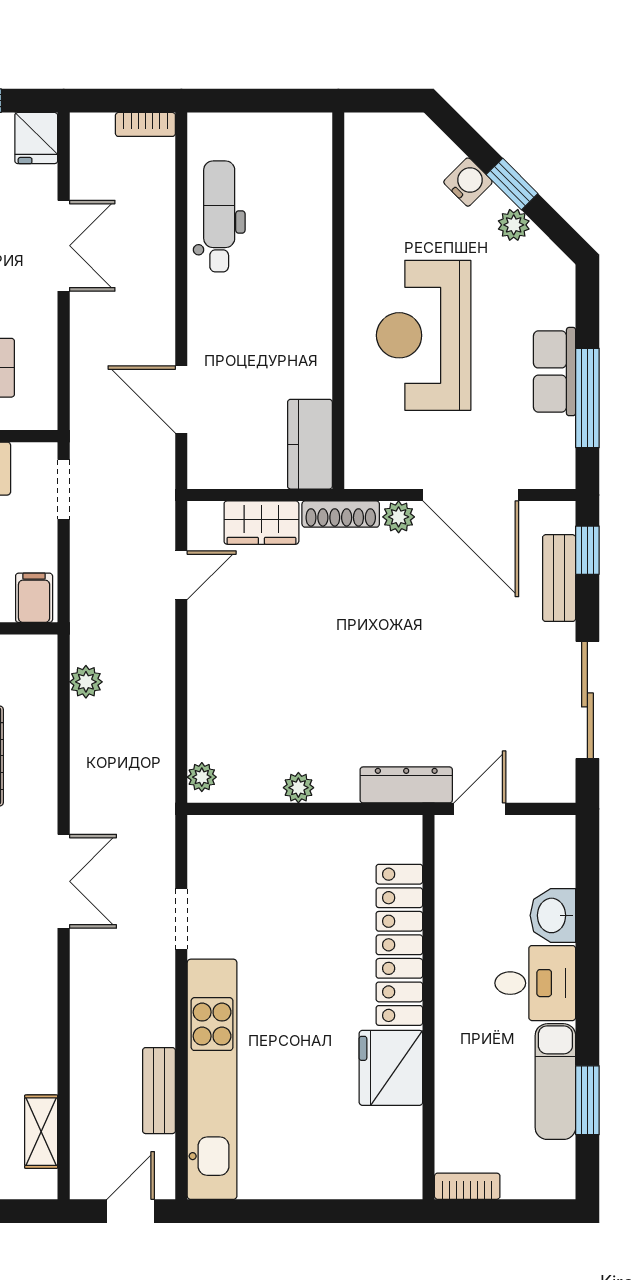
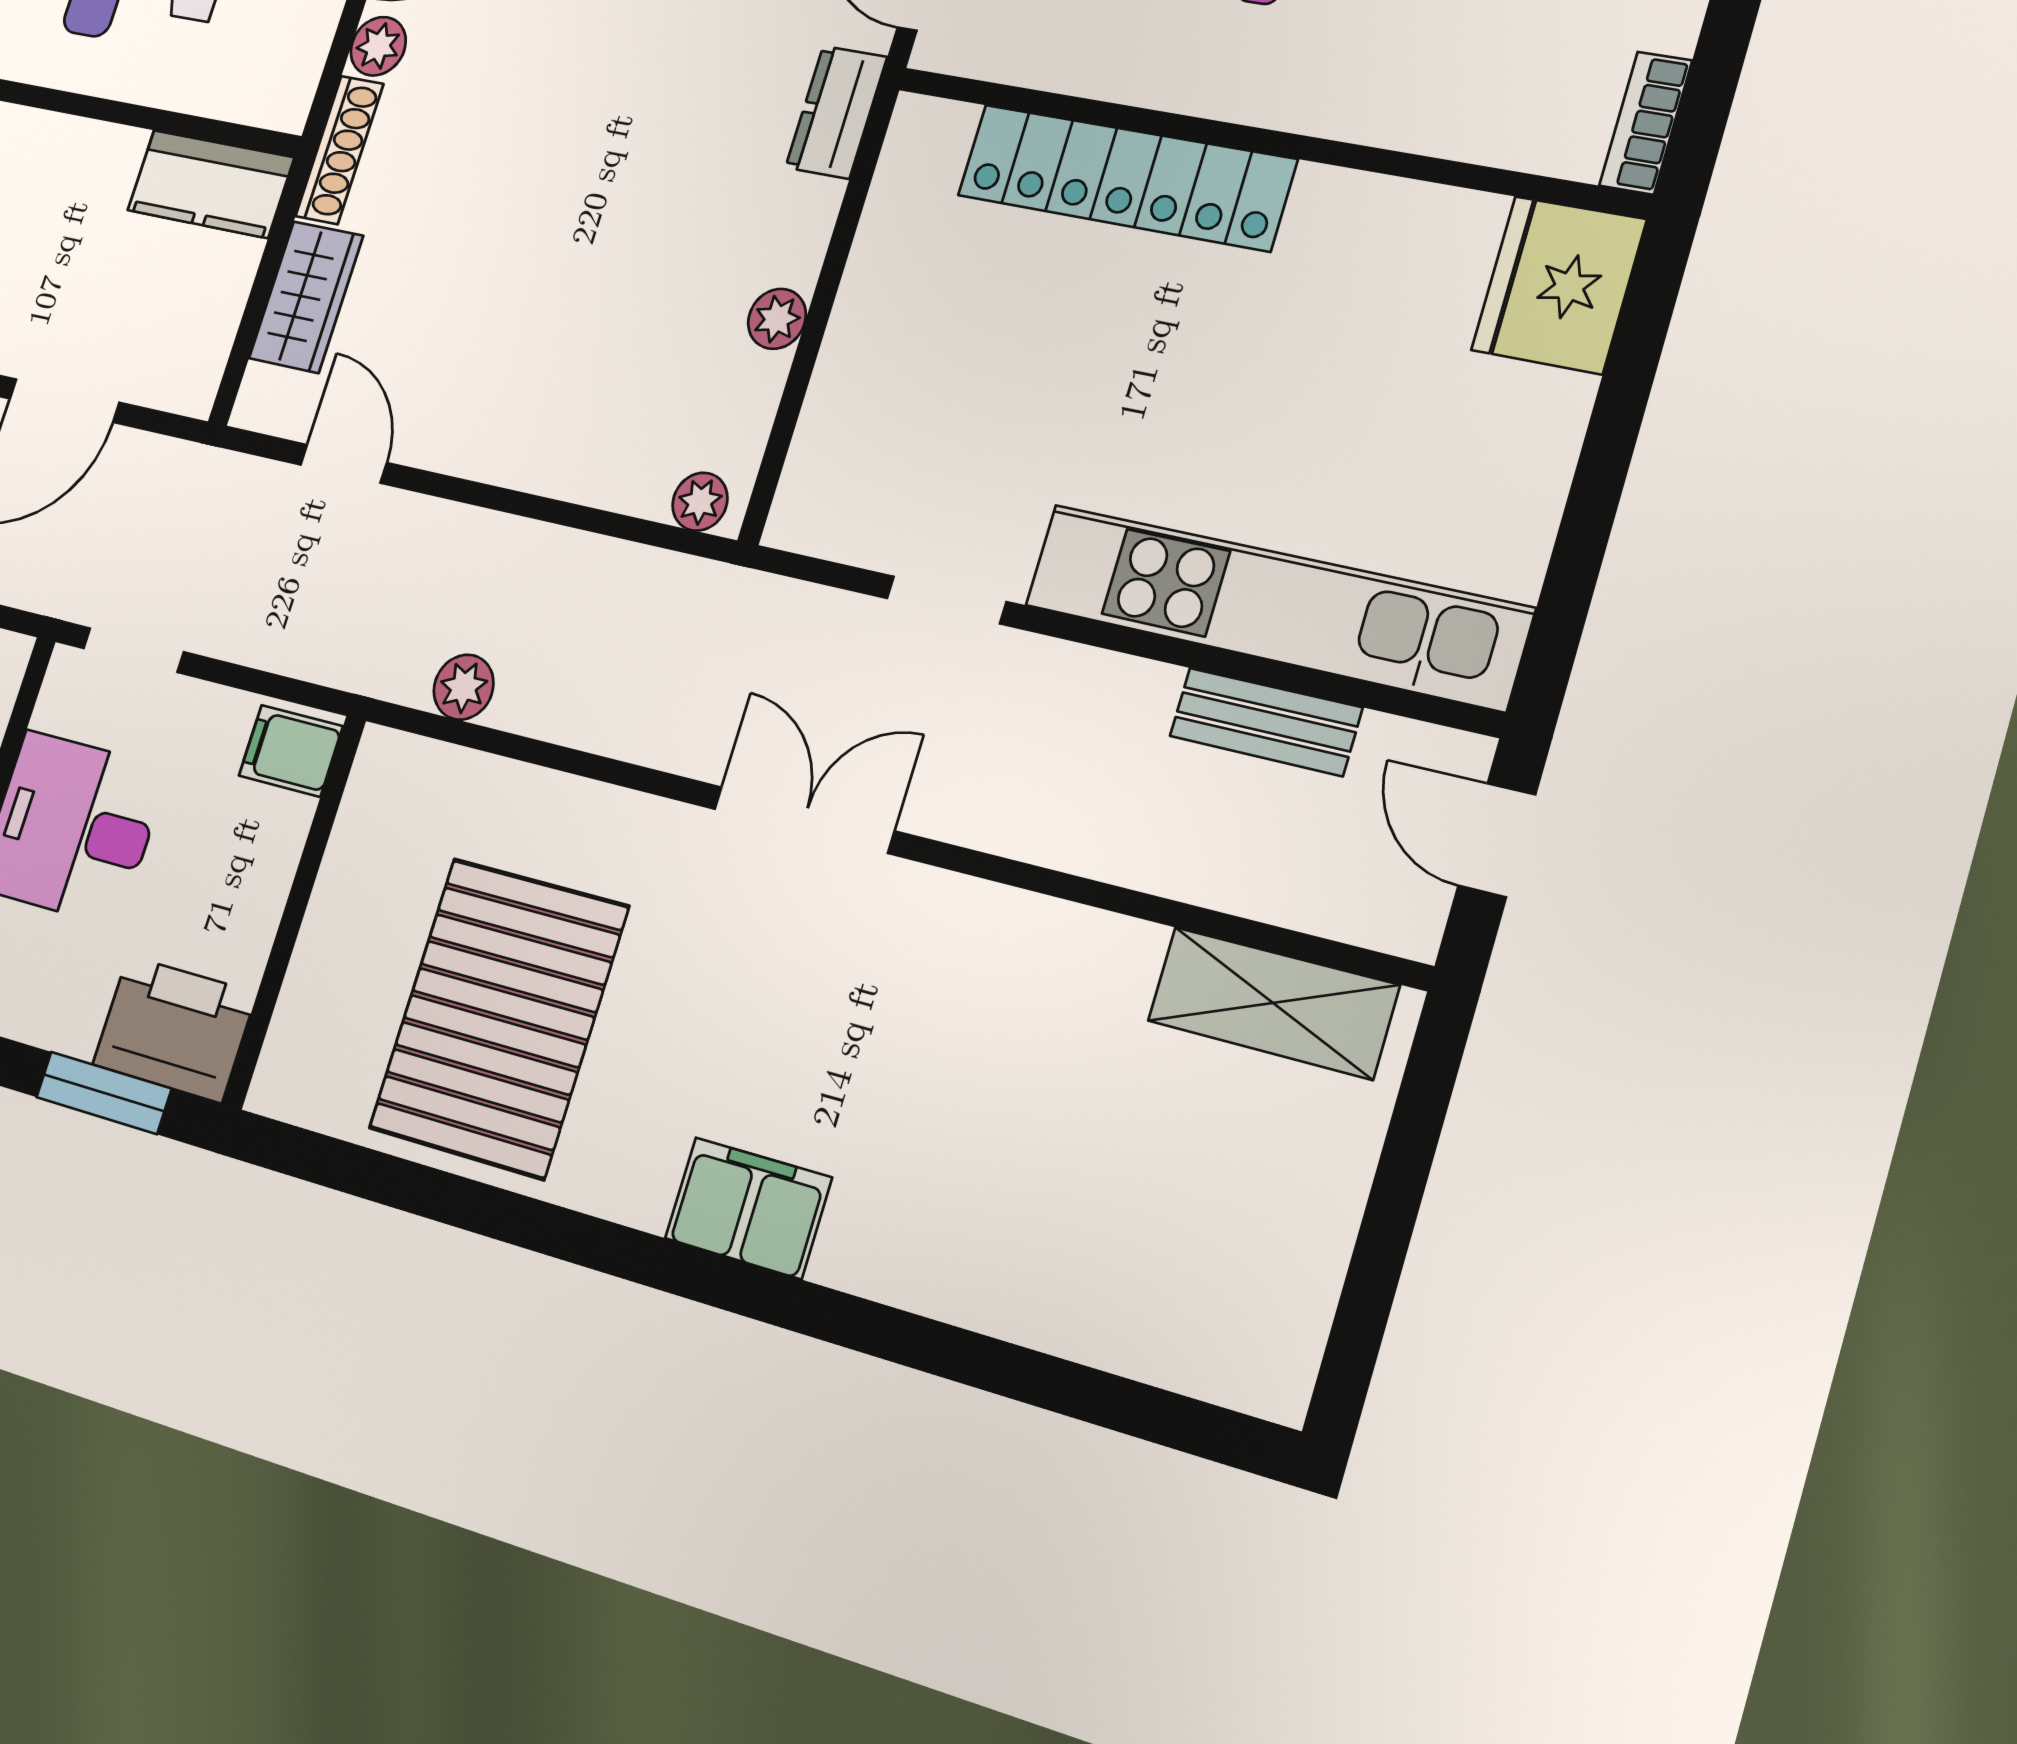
dresser: (406, 785) -> (836, 112), width x0.70
fridge: (391, 1068) -> (1559, 285), moved, turned 90
shelving: (41, 1132) -> (1273, 1003), width x1.50, depth x1.33

